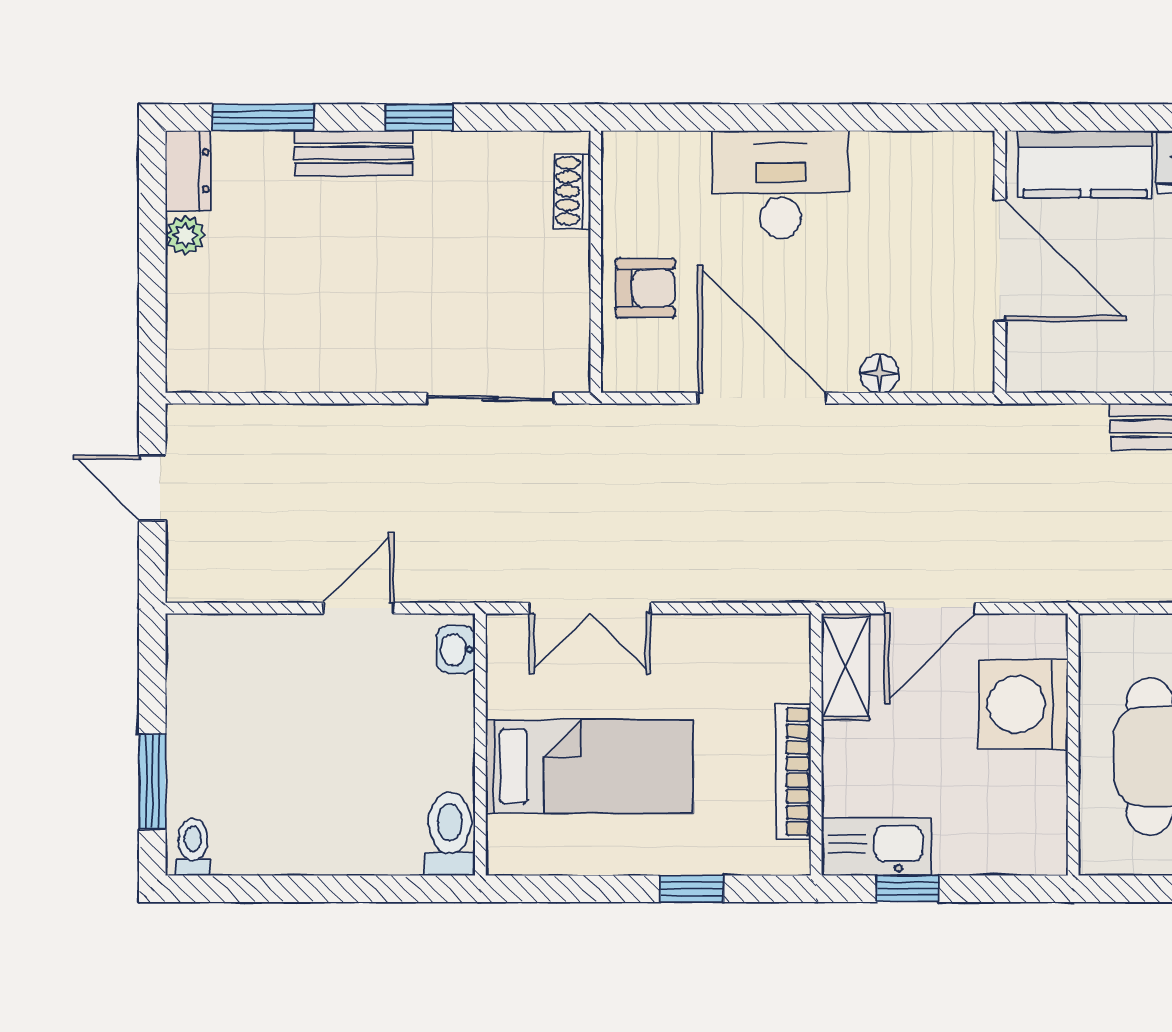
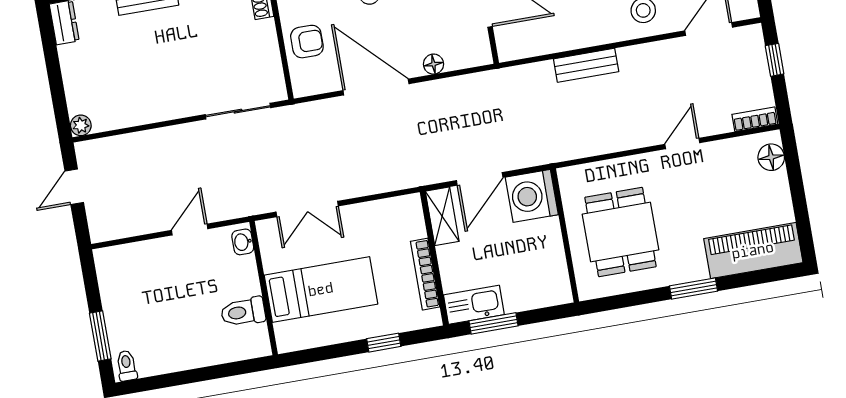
plant: (185, 235) -> (81, 125), moved
door: (152, 488) -> (74, 187), hinge flipped
washing machine: (1023, 704) -> (532, 196), moved
toilet: (450, 834) -> (243, 312), moved, turned -90
window: (908, 889) -> (493, 323), width x1.50

